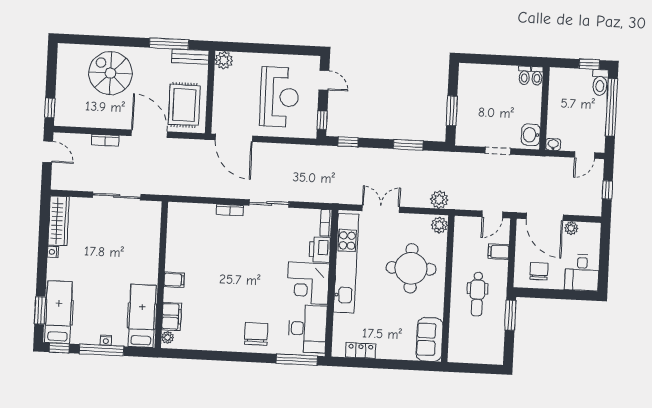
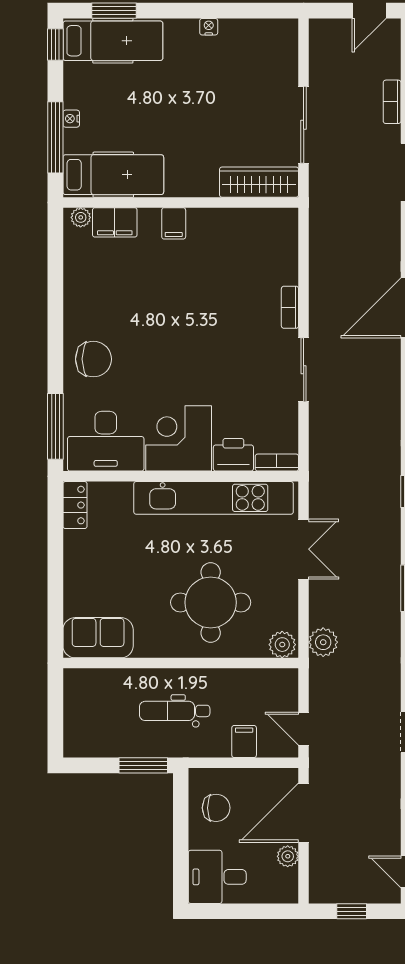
wardrobe: (59, 221) -> (259, 182), moved, turned 180
window: (101, 350) -> (55, 137), moved
locker: (361, 350) -> (75, 505), moved

